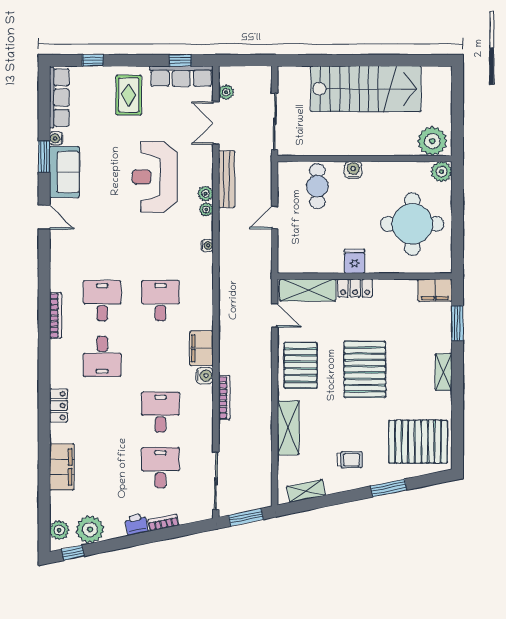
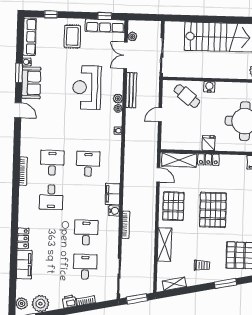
cafe table: (317, 186) -> (187, 96), turned -52
locker: (58, 406) -> (23, 238), moved

